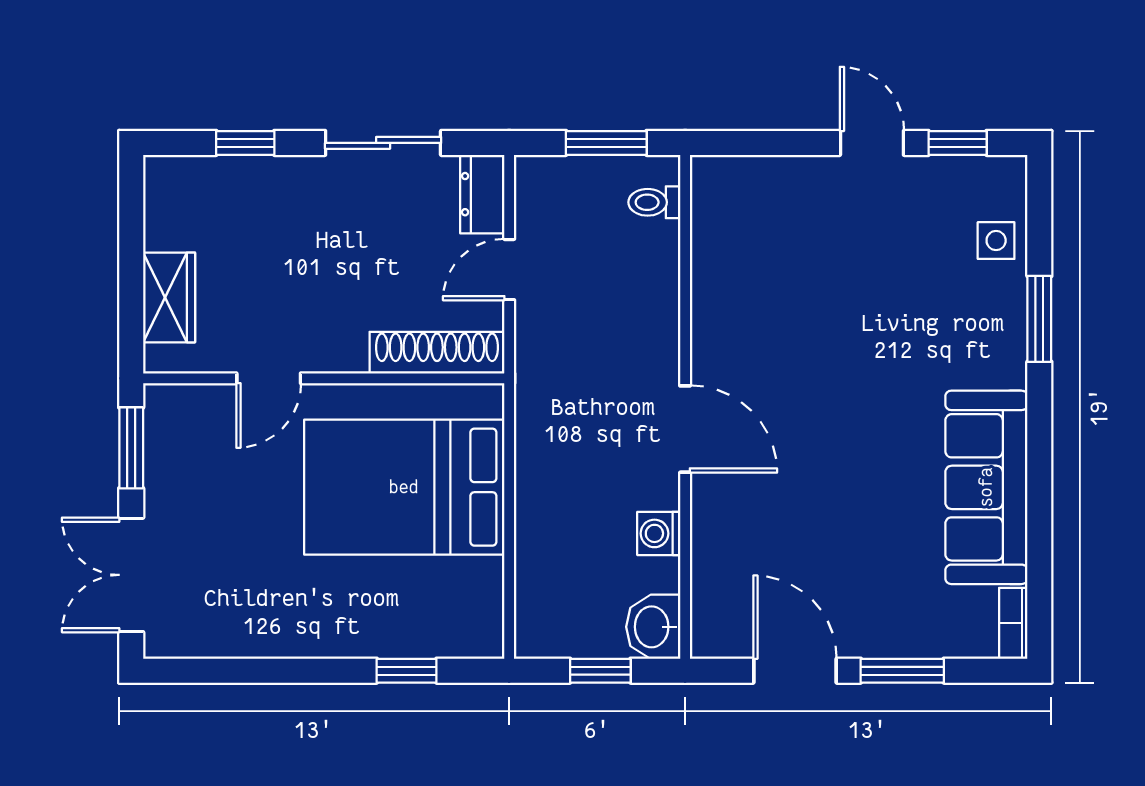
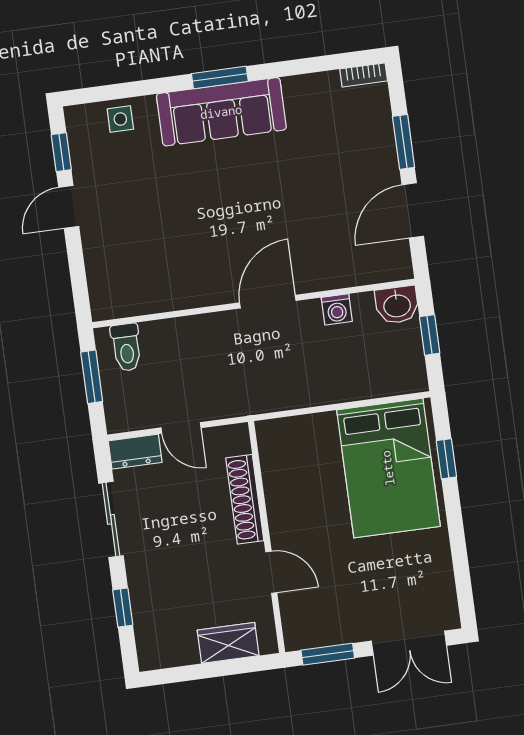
toilet: (654, 202) -> (126, 347), width x1.37, depth x1.39
window: (1039, 319) -> (220, 77), moved
shoe rack: (437, 353) -> (245, 499), moved
bed: (404, 487) -> (388, 468), moved
sofa: (986, 487) -> (221, 112), moved

